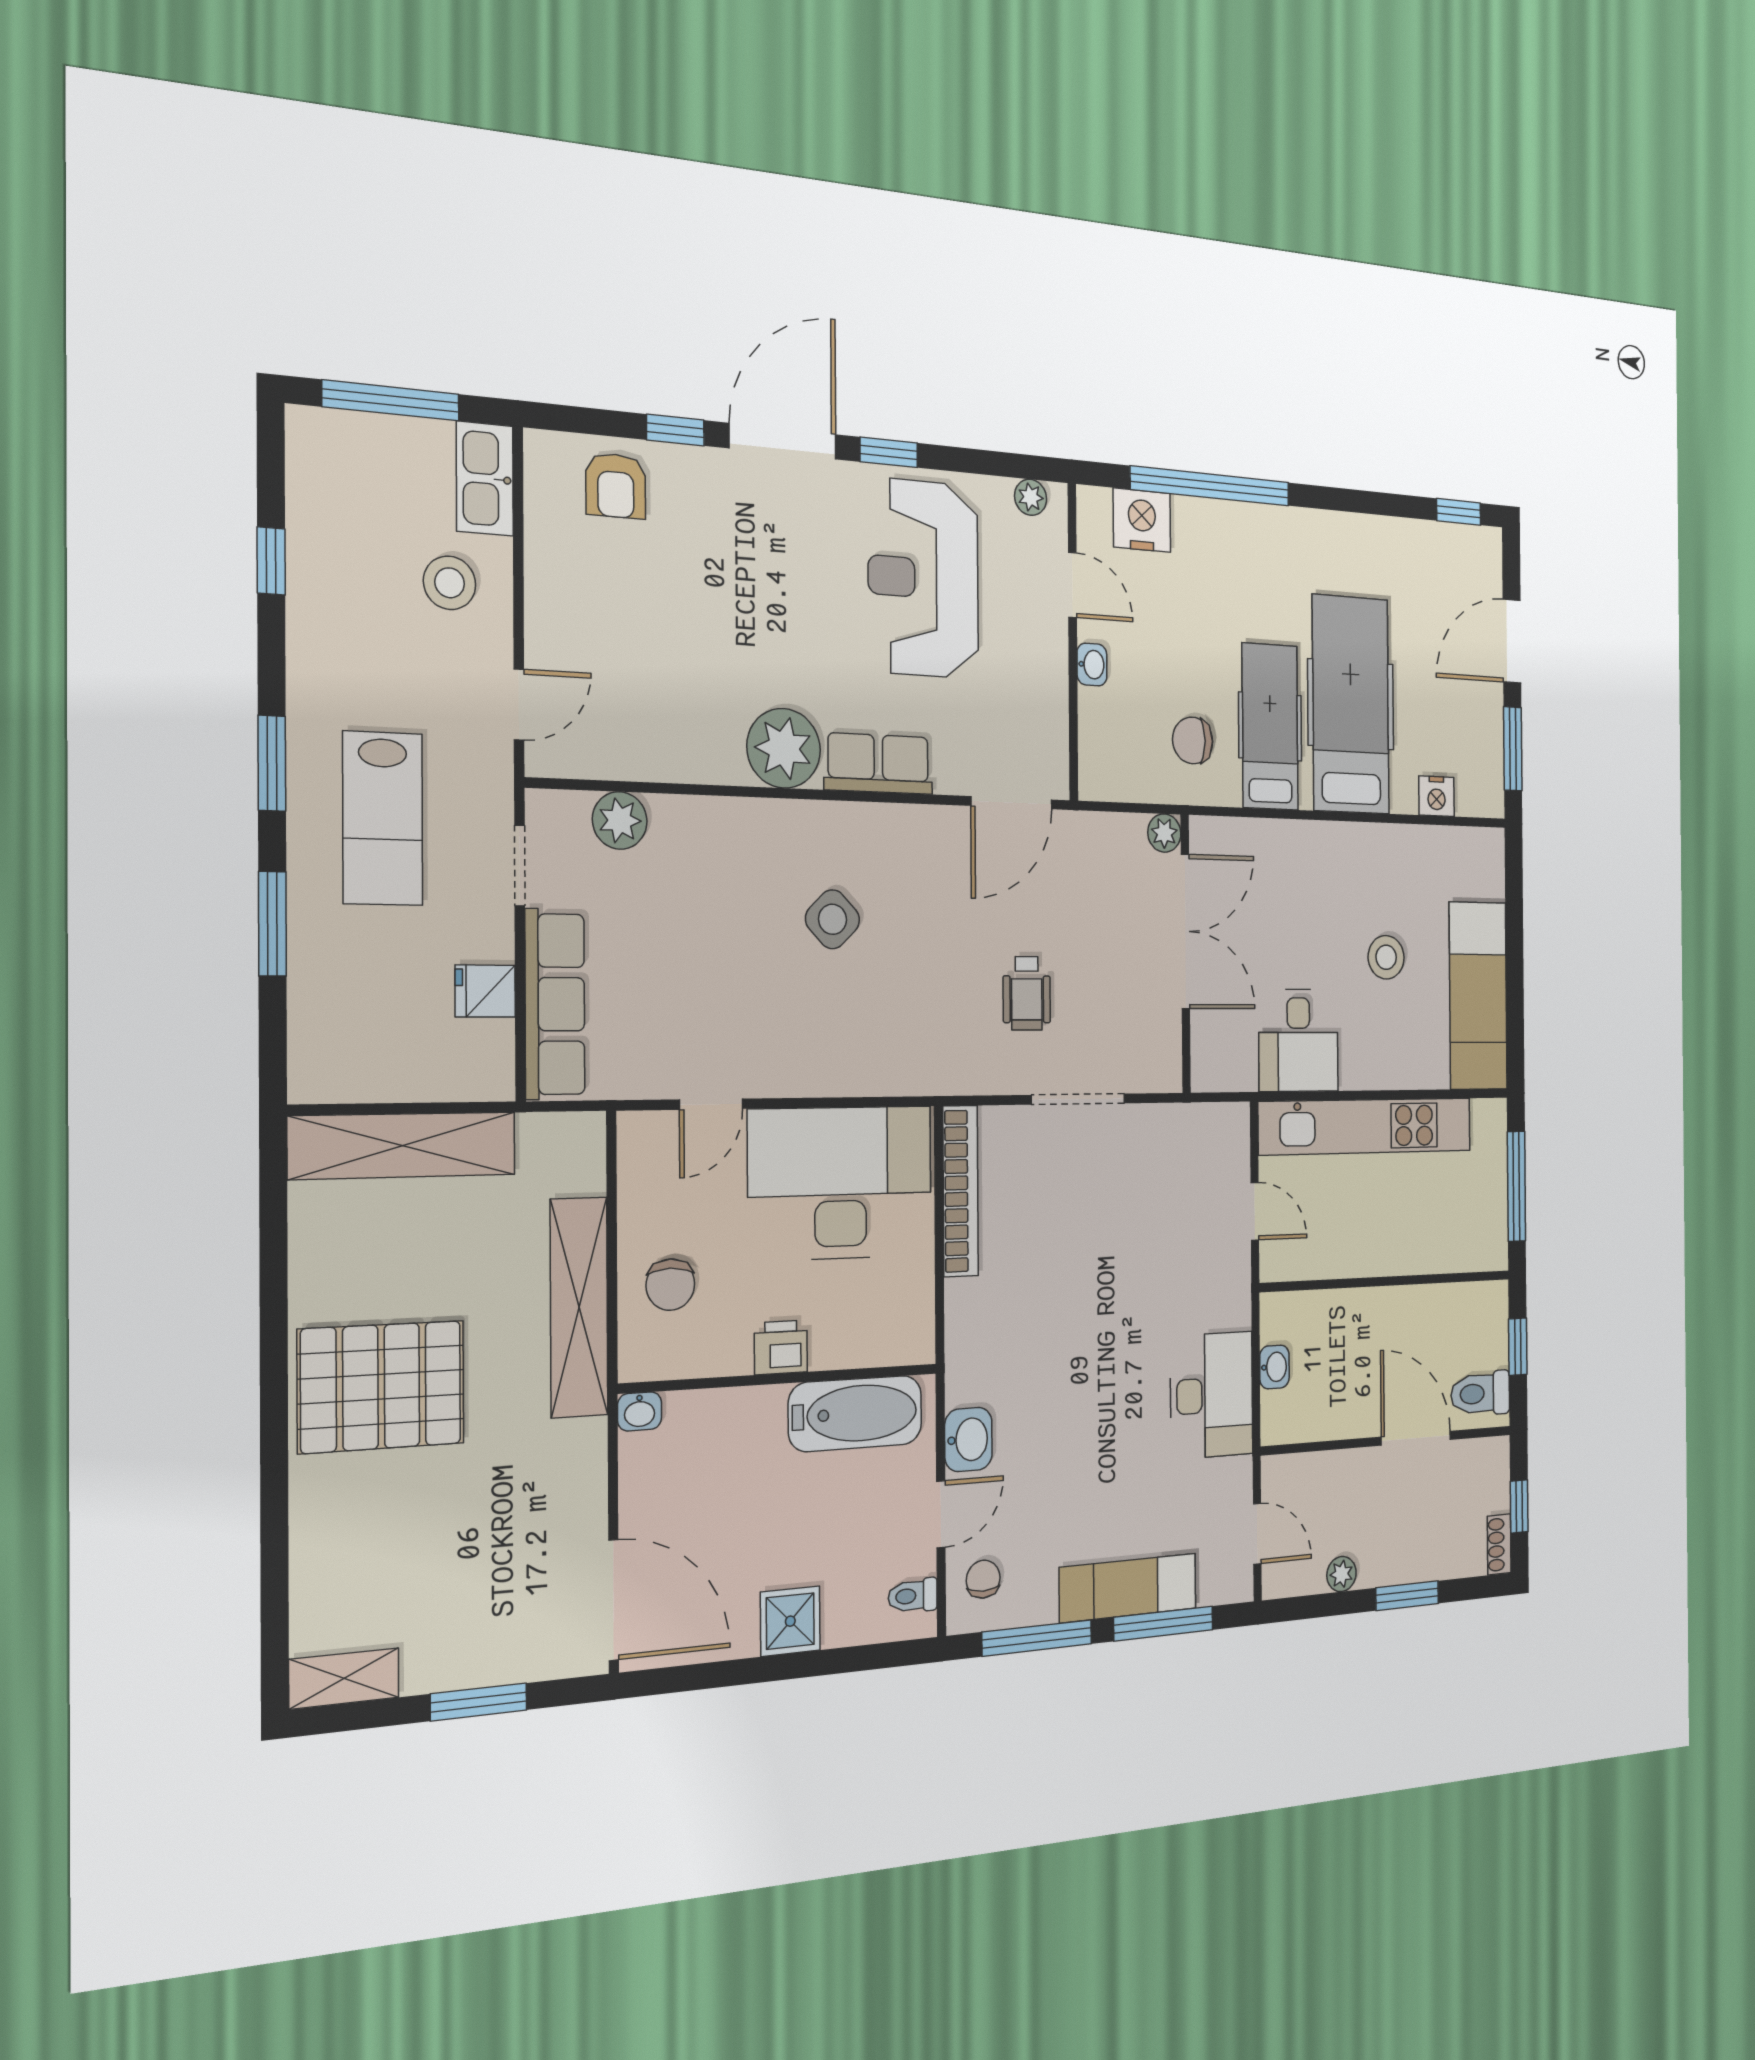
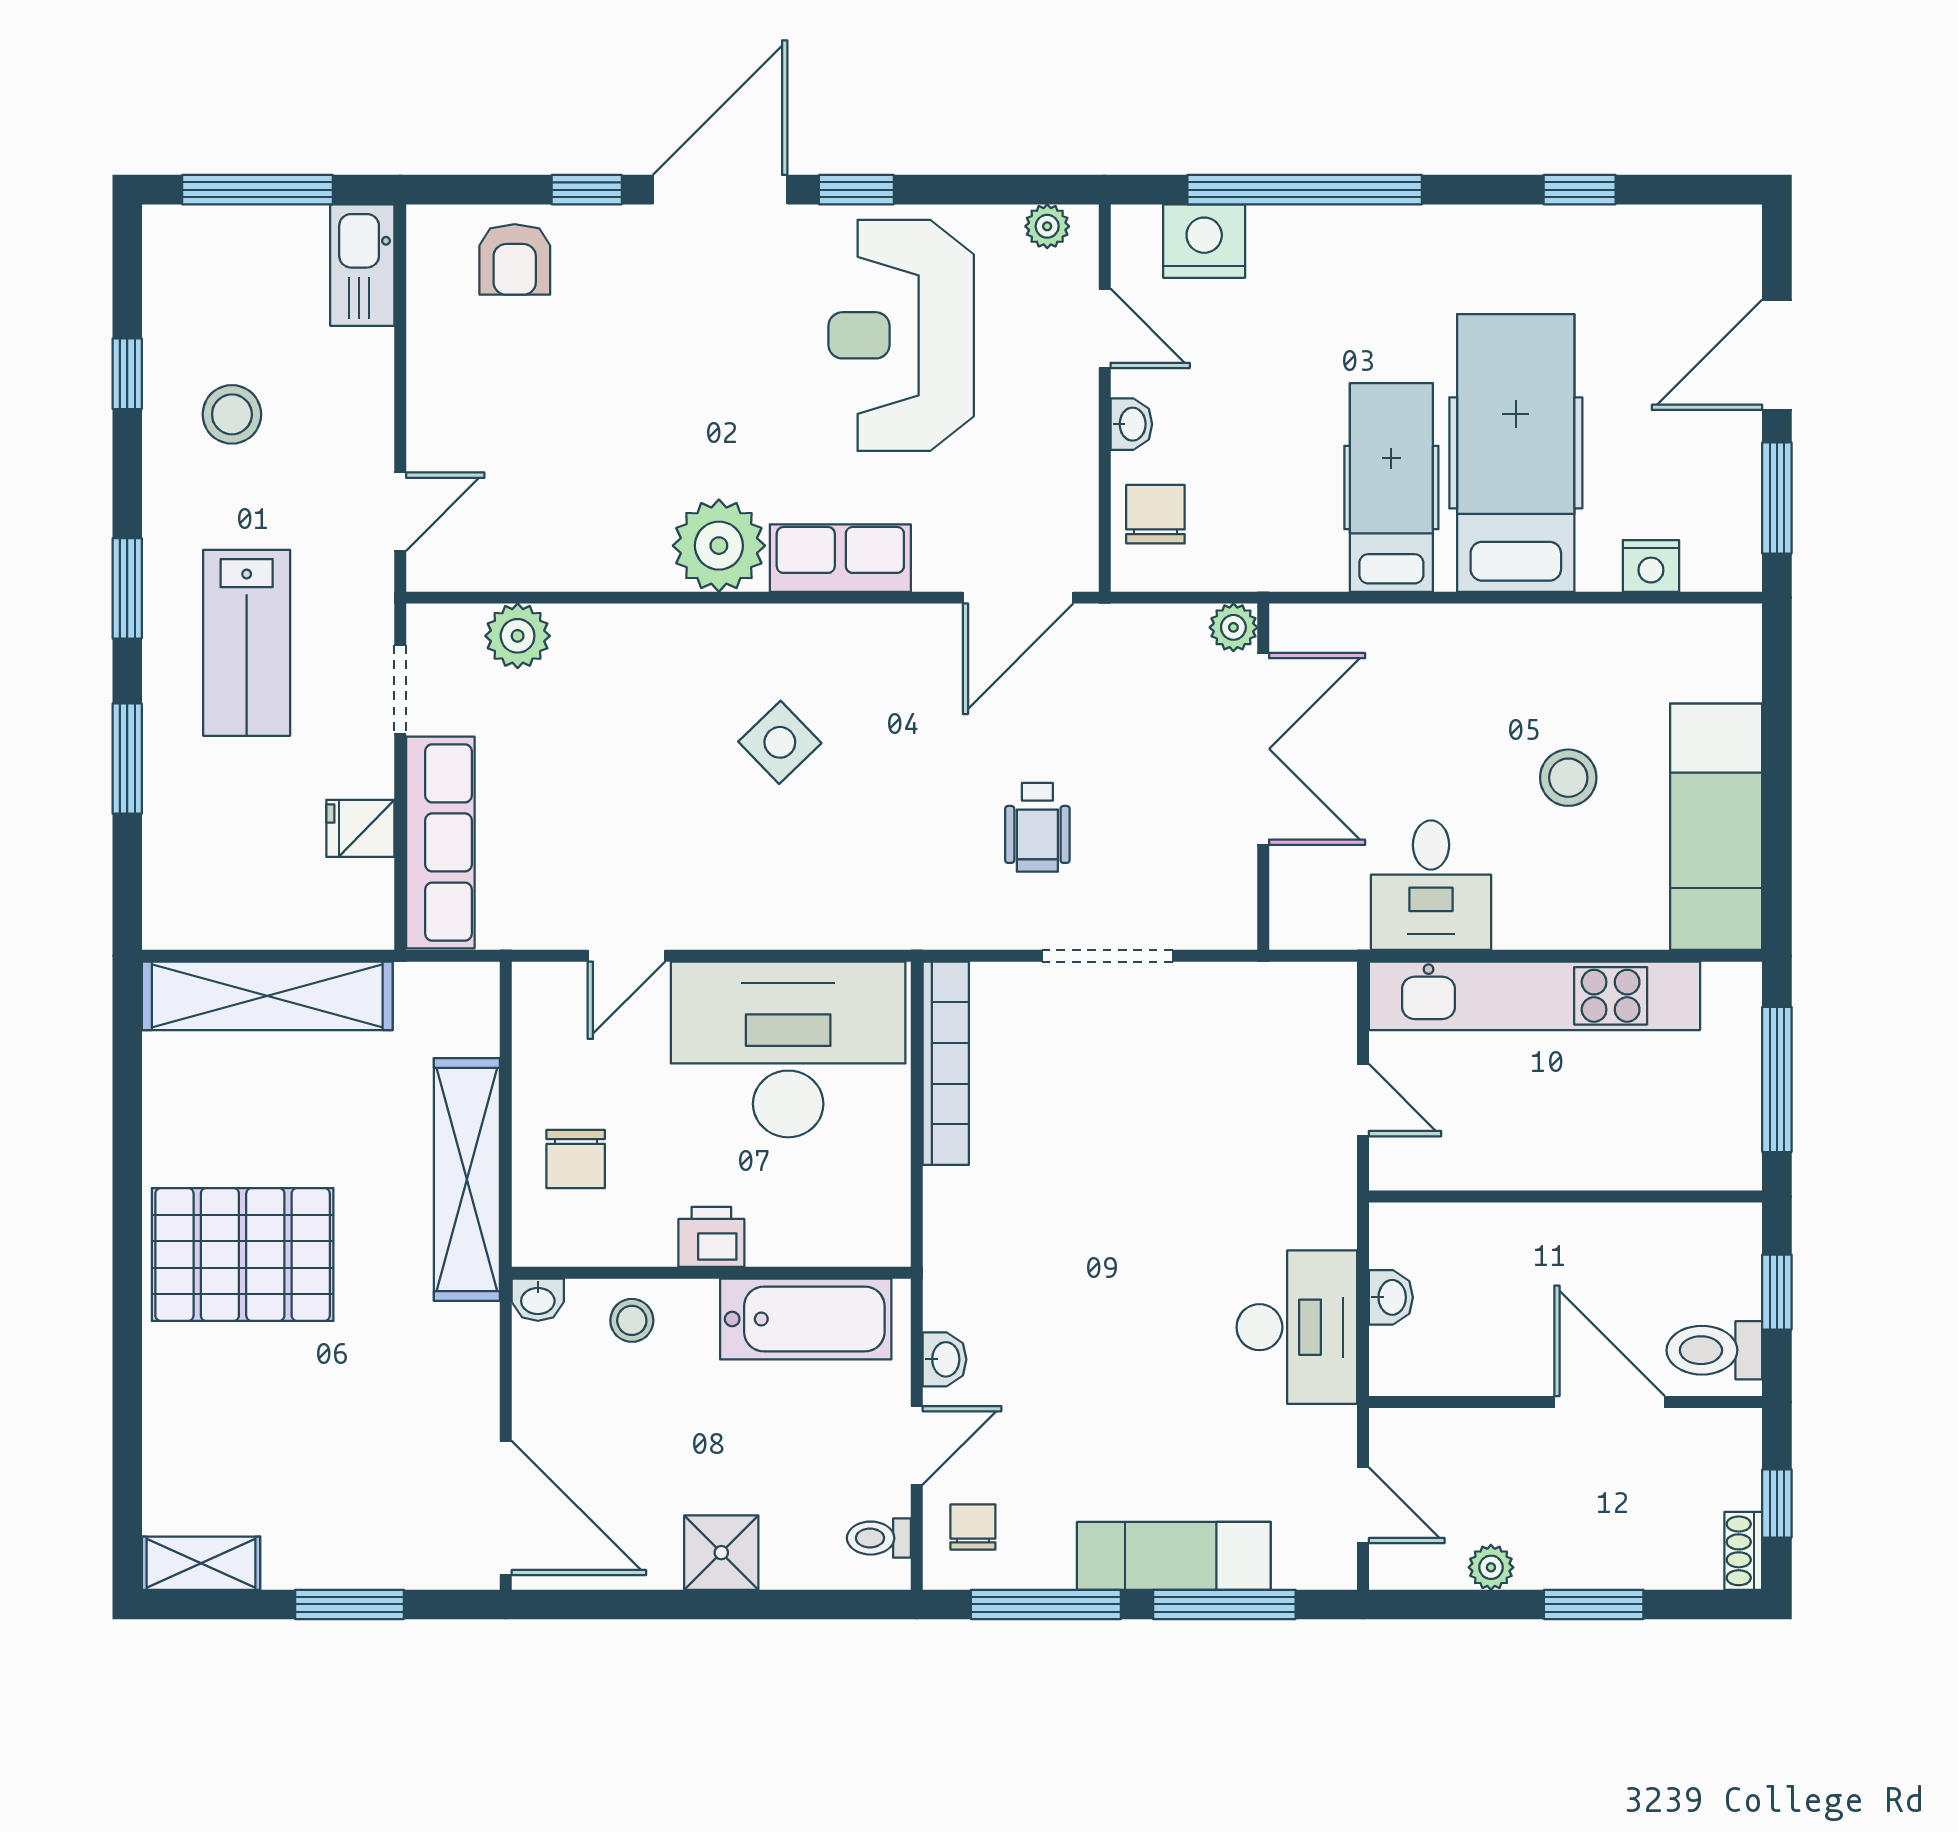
window: (1459, 512) -> (1580, 190), moved
stool: (450, 583) -> (232, 414), moved
chair: (1193, 740) -> (1155, 514), moved, turned 90
stool: (717, 1424) -> (632, 1320), added
washbasin: (968, 1440) -> (944, 1359), width x0.72, depth x0.69

